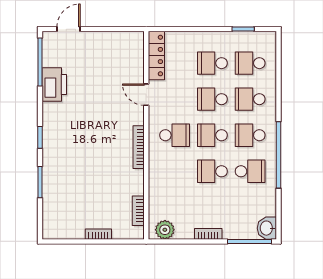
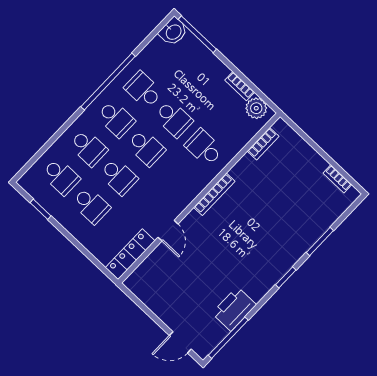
school desk: (175, 135) -> (204, 148), moved
bookcase: (98, 234) -> (337, 179), moved
bookcase: (208, 234) -> (240, 86), moved

